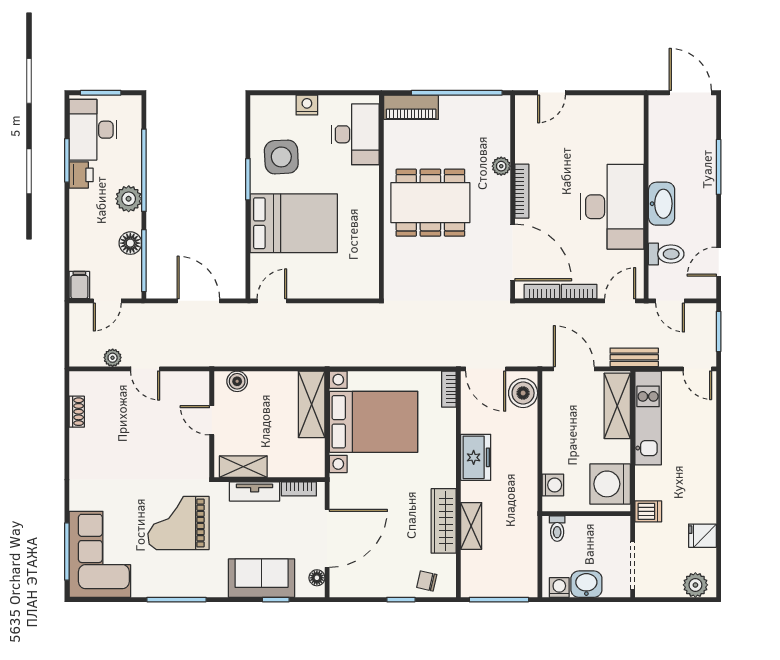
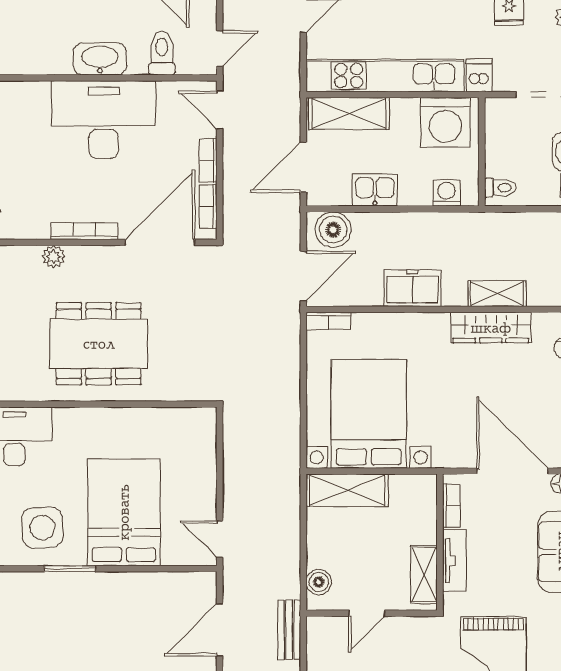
dining table: (430, 203) -> (99, 344), turned 90
bench: (634, 357) -> (289, 630), moved
kitchen unit: (648, 418) -> (385, 76), width x1.36
kitchen sink: (555, 427) -> (375, 190), added

